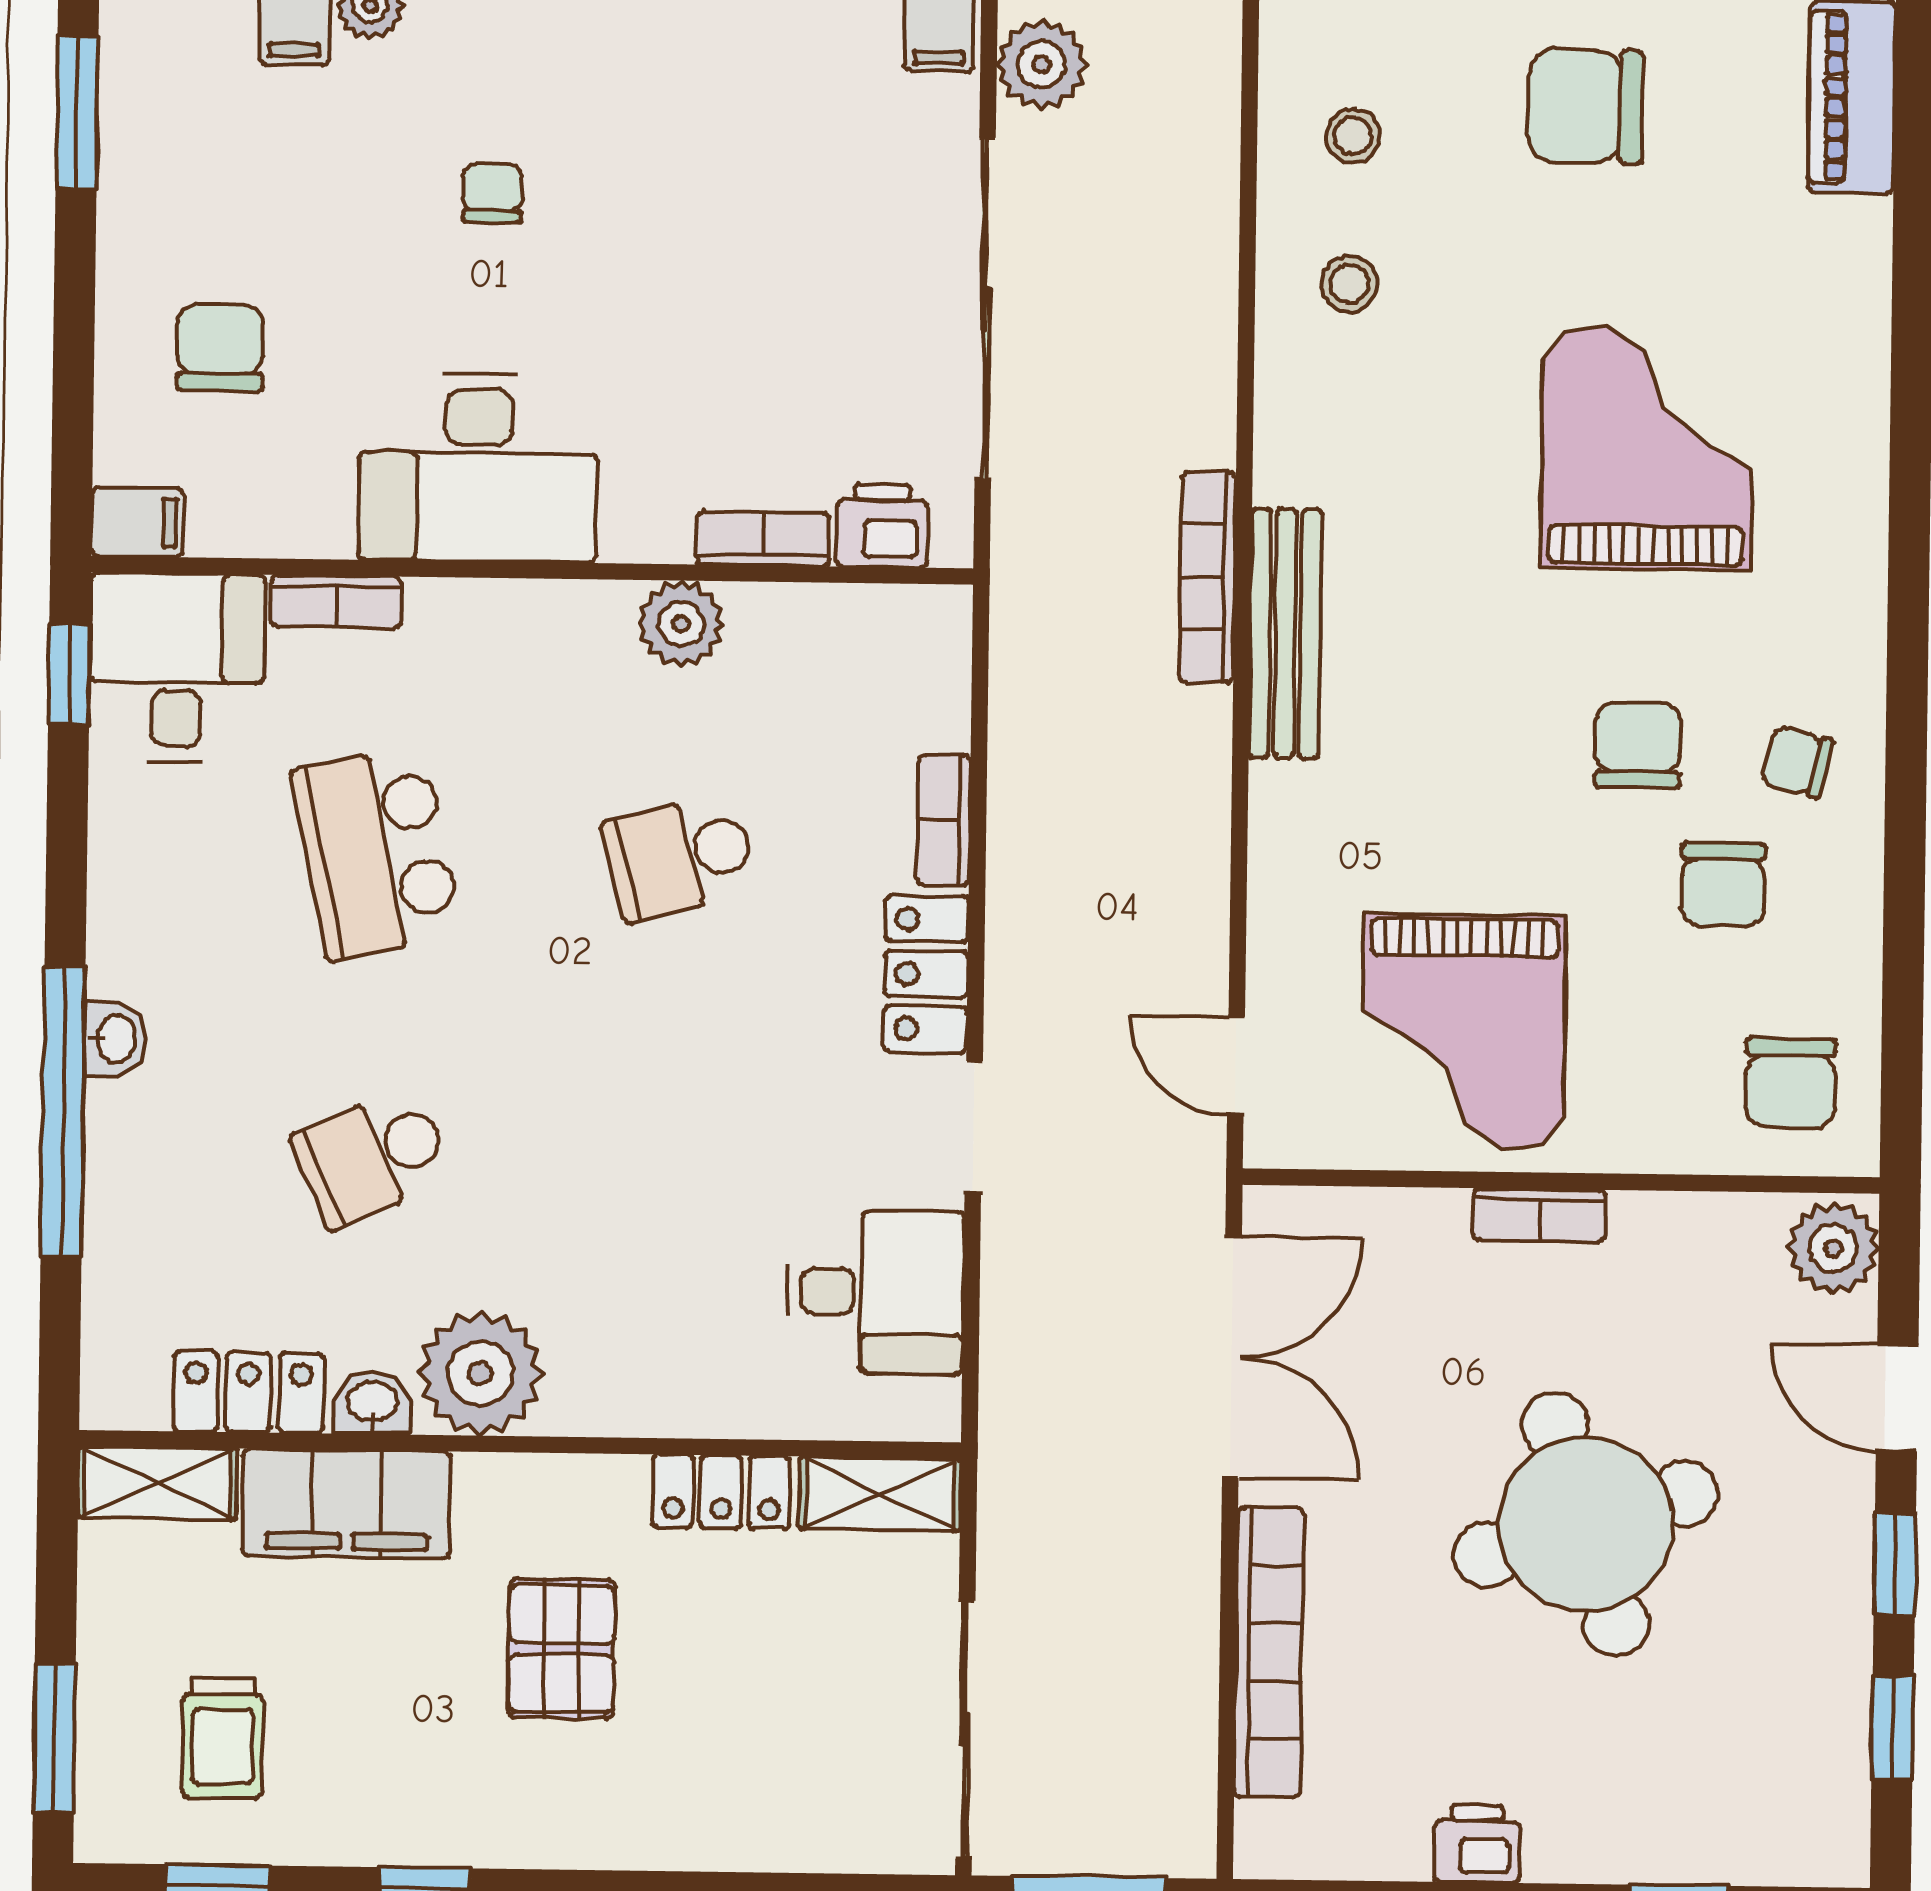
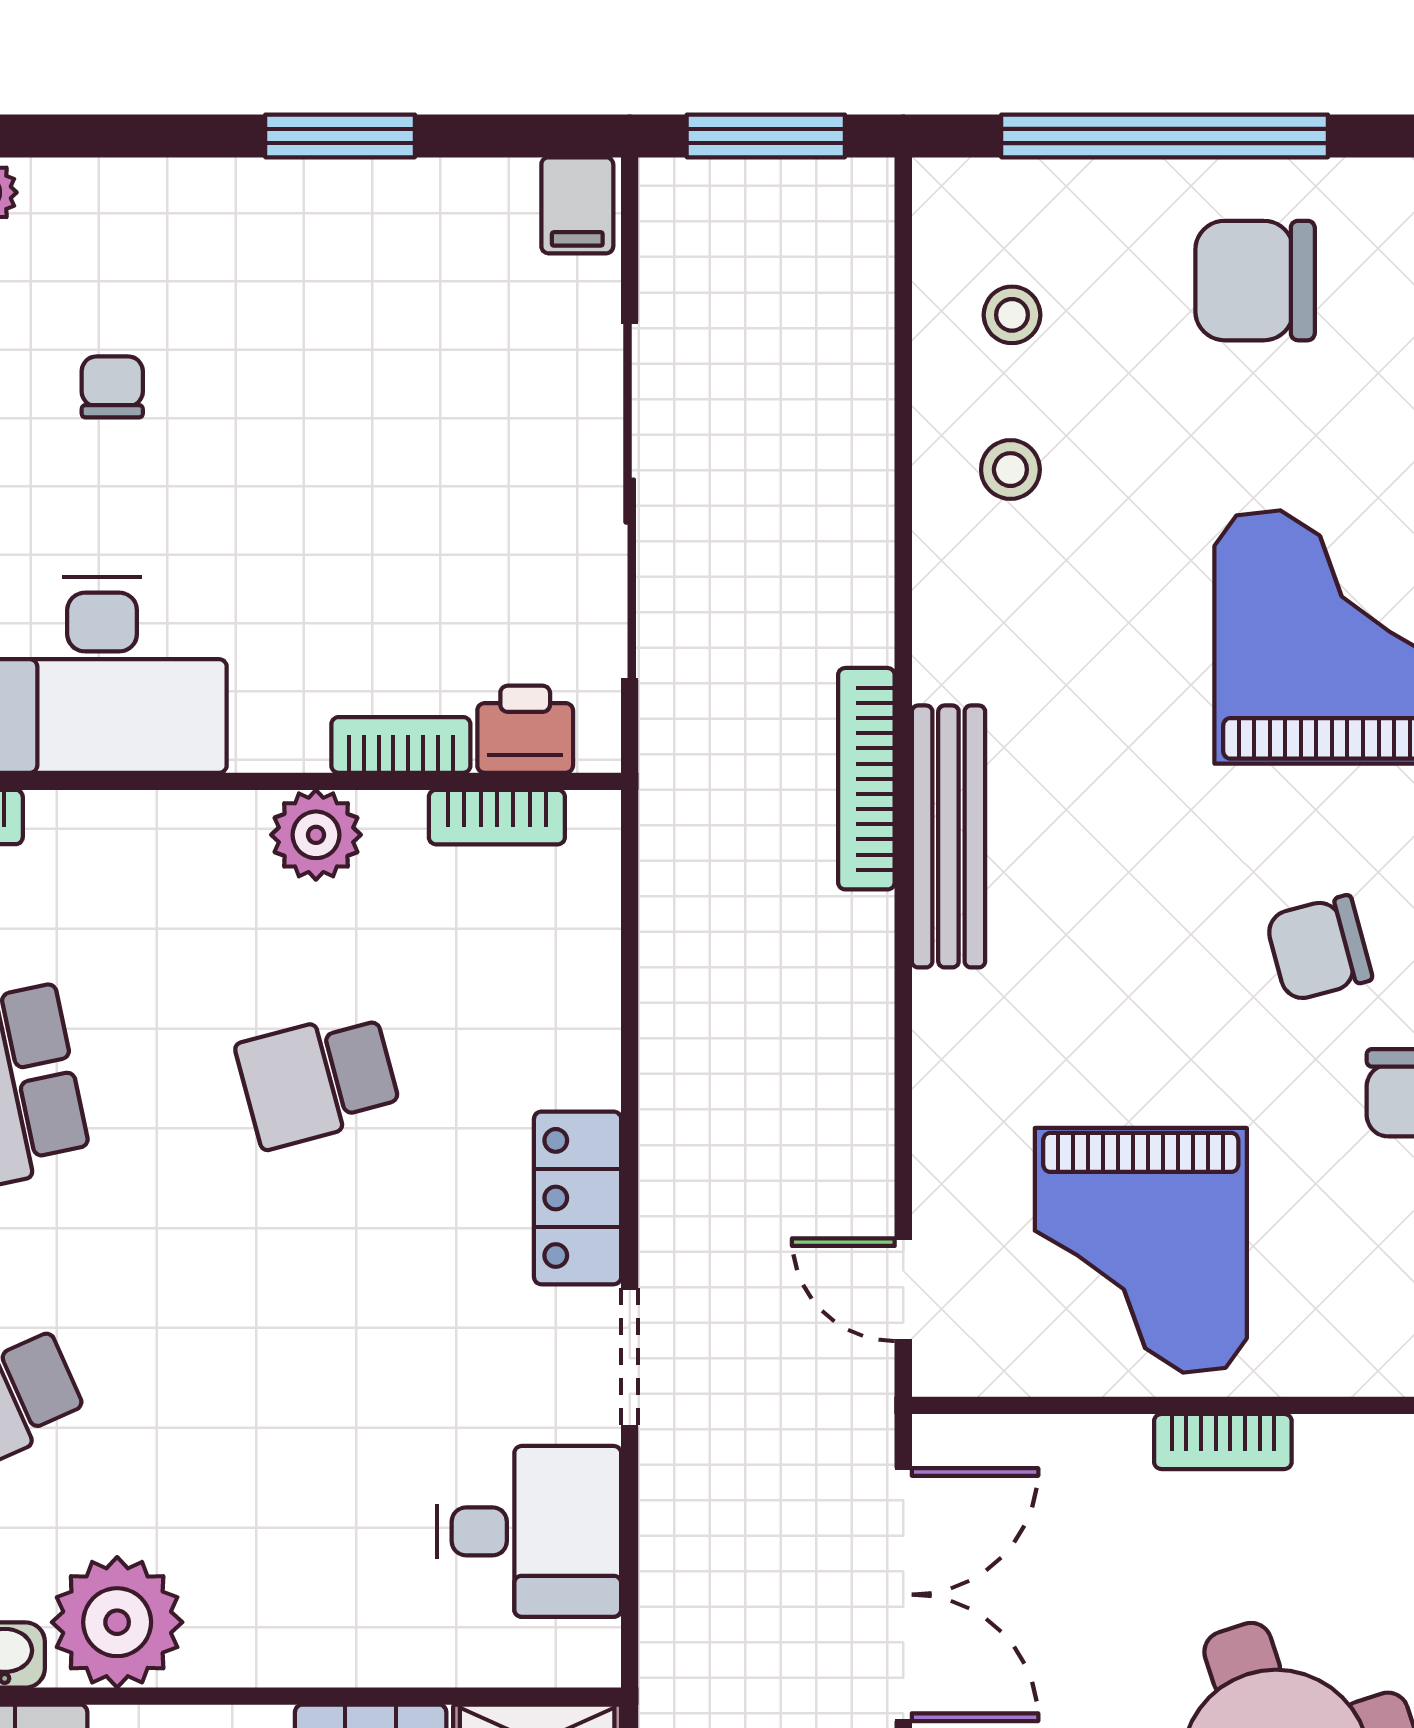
plant: (1042, 64) -> (685, 244), removed
chair: (1638, 745) -> (1319, 948), turned -105
bookcase: (944, 820) -> (497, 817), moved, turned -90

